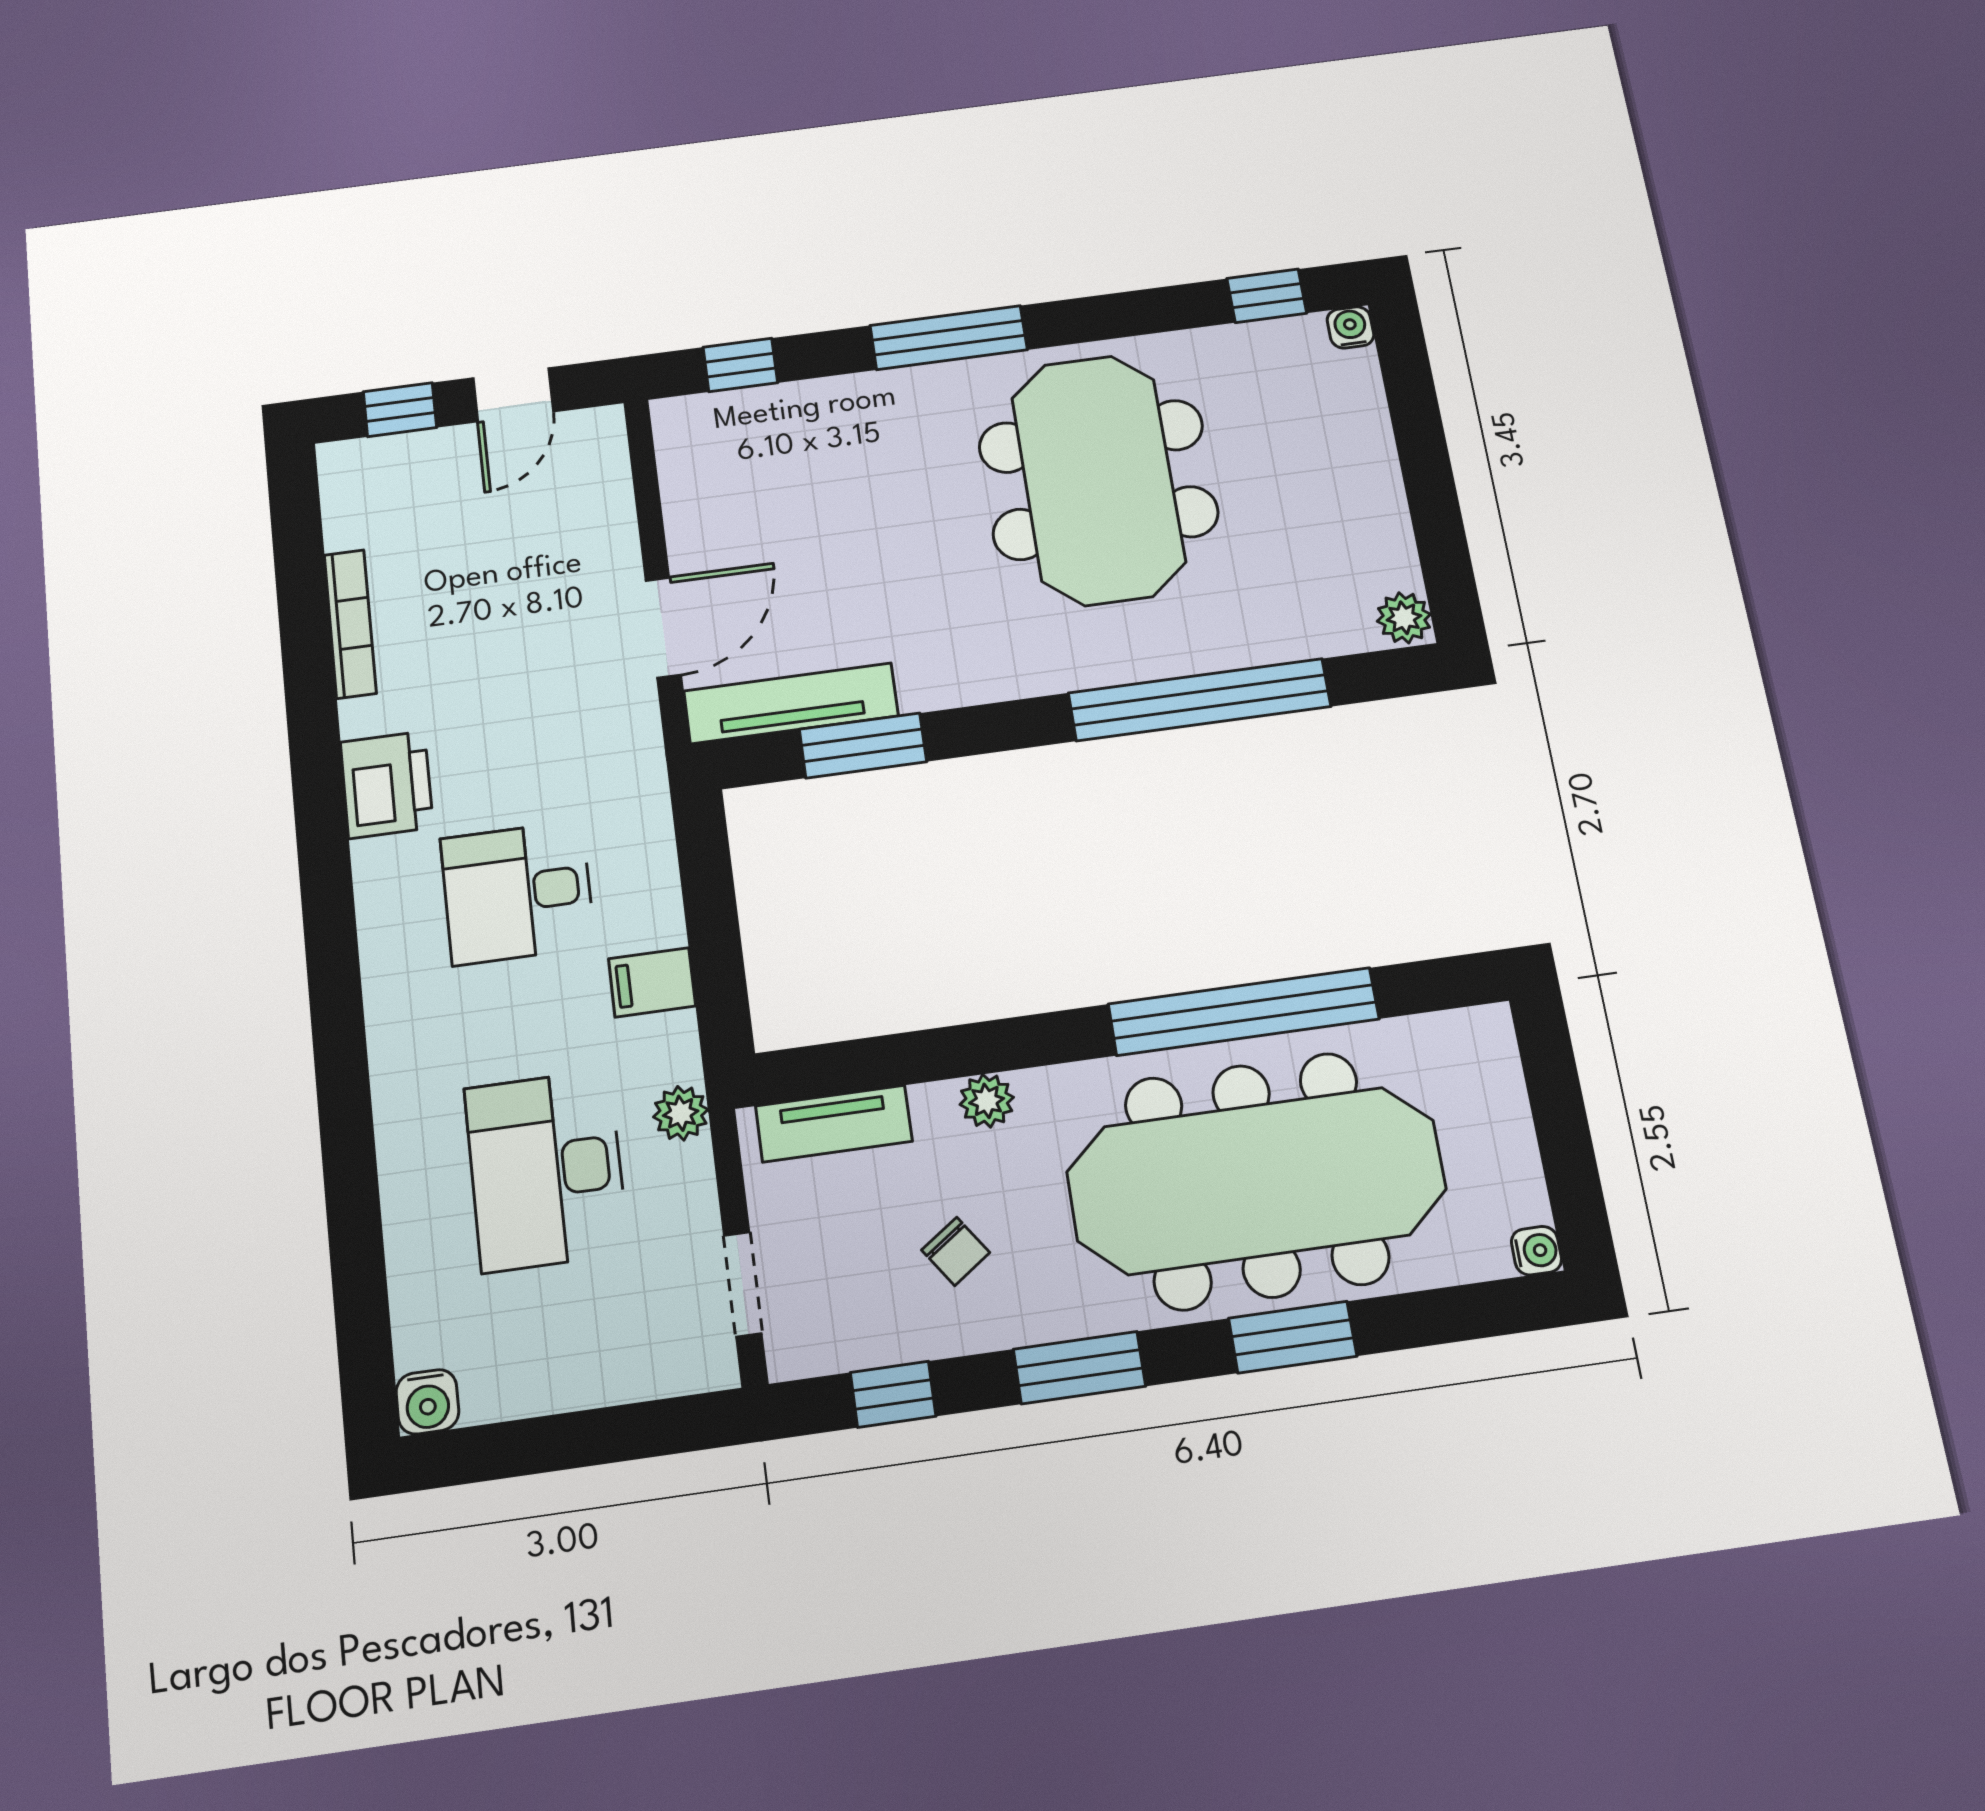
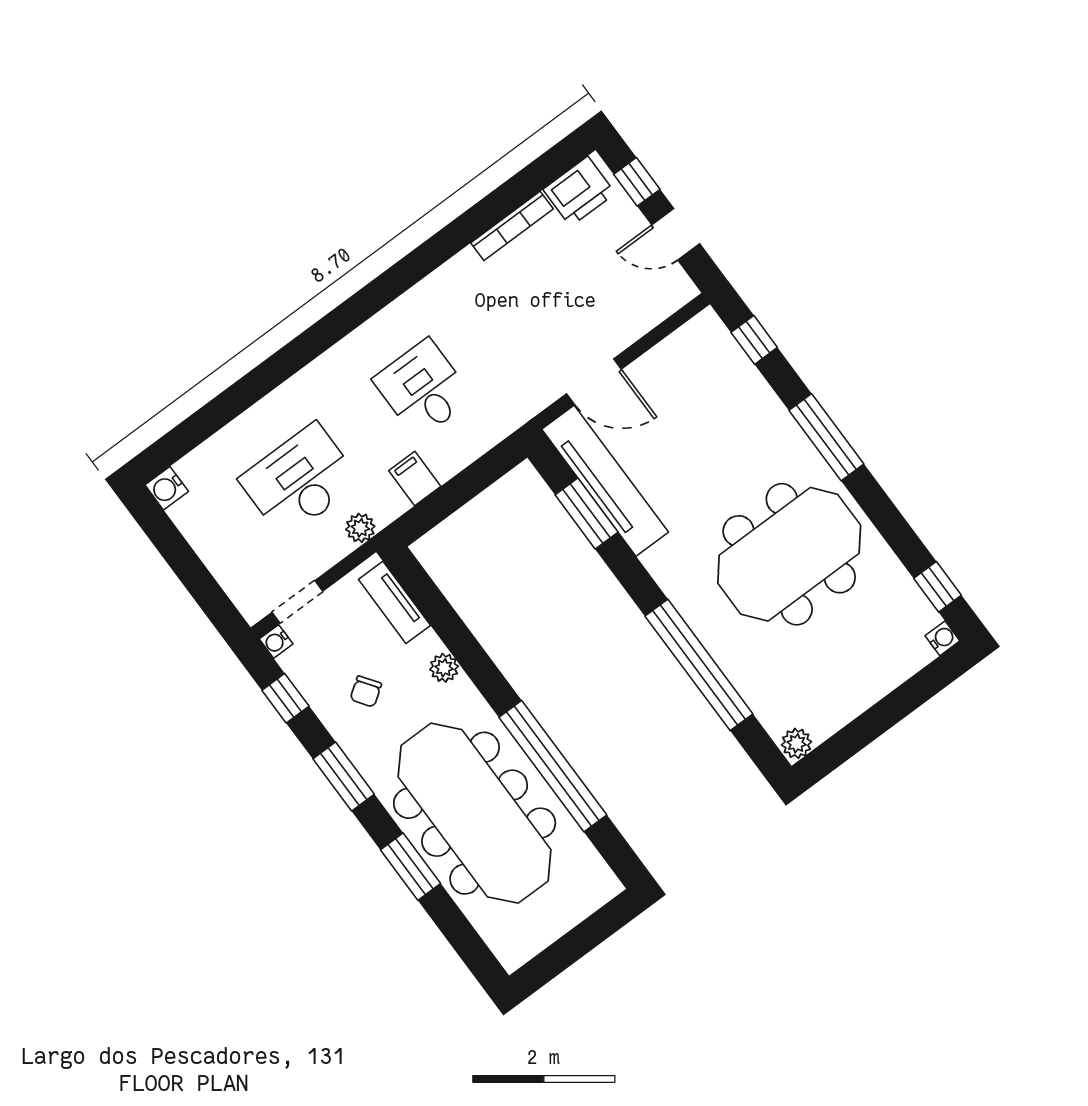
tv unit: (791, 703) -> (605, 481), width x1.36, depth x1.29
printer: (387, 785) -> (579, 191), moved
water cooler: (1536, 1251) -> (276, 641), moved, turned 90

